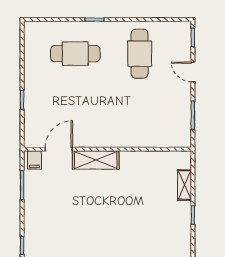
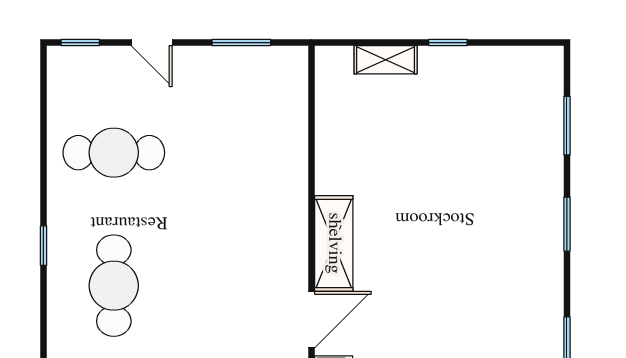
door: (193, 72) -> (152, 43), hinge flipped
door: (59, 149) -> (311, 320), swing flipped

